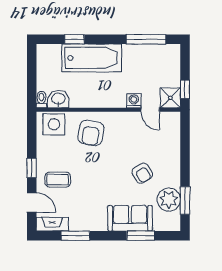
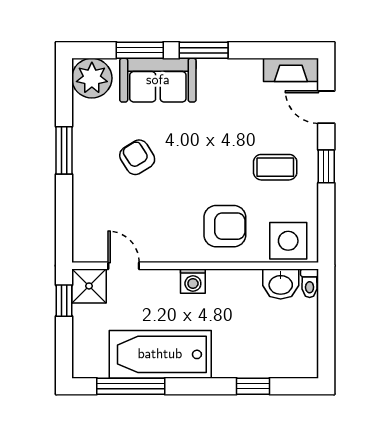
bathtub: (92, 58) -> (160, 354), moved
washing machine: (134, 101) -> (193, 281), moved
armchair: (91, 133) -> (225, 226), turned 80
coffee table: (58, 180) -> (275, 167), moved
plant: (169, 200) -> (92, 78), moved
window: (185, 201) -> (64, 150), moved
window: (75, 236) -> (204, 50), moved

